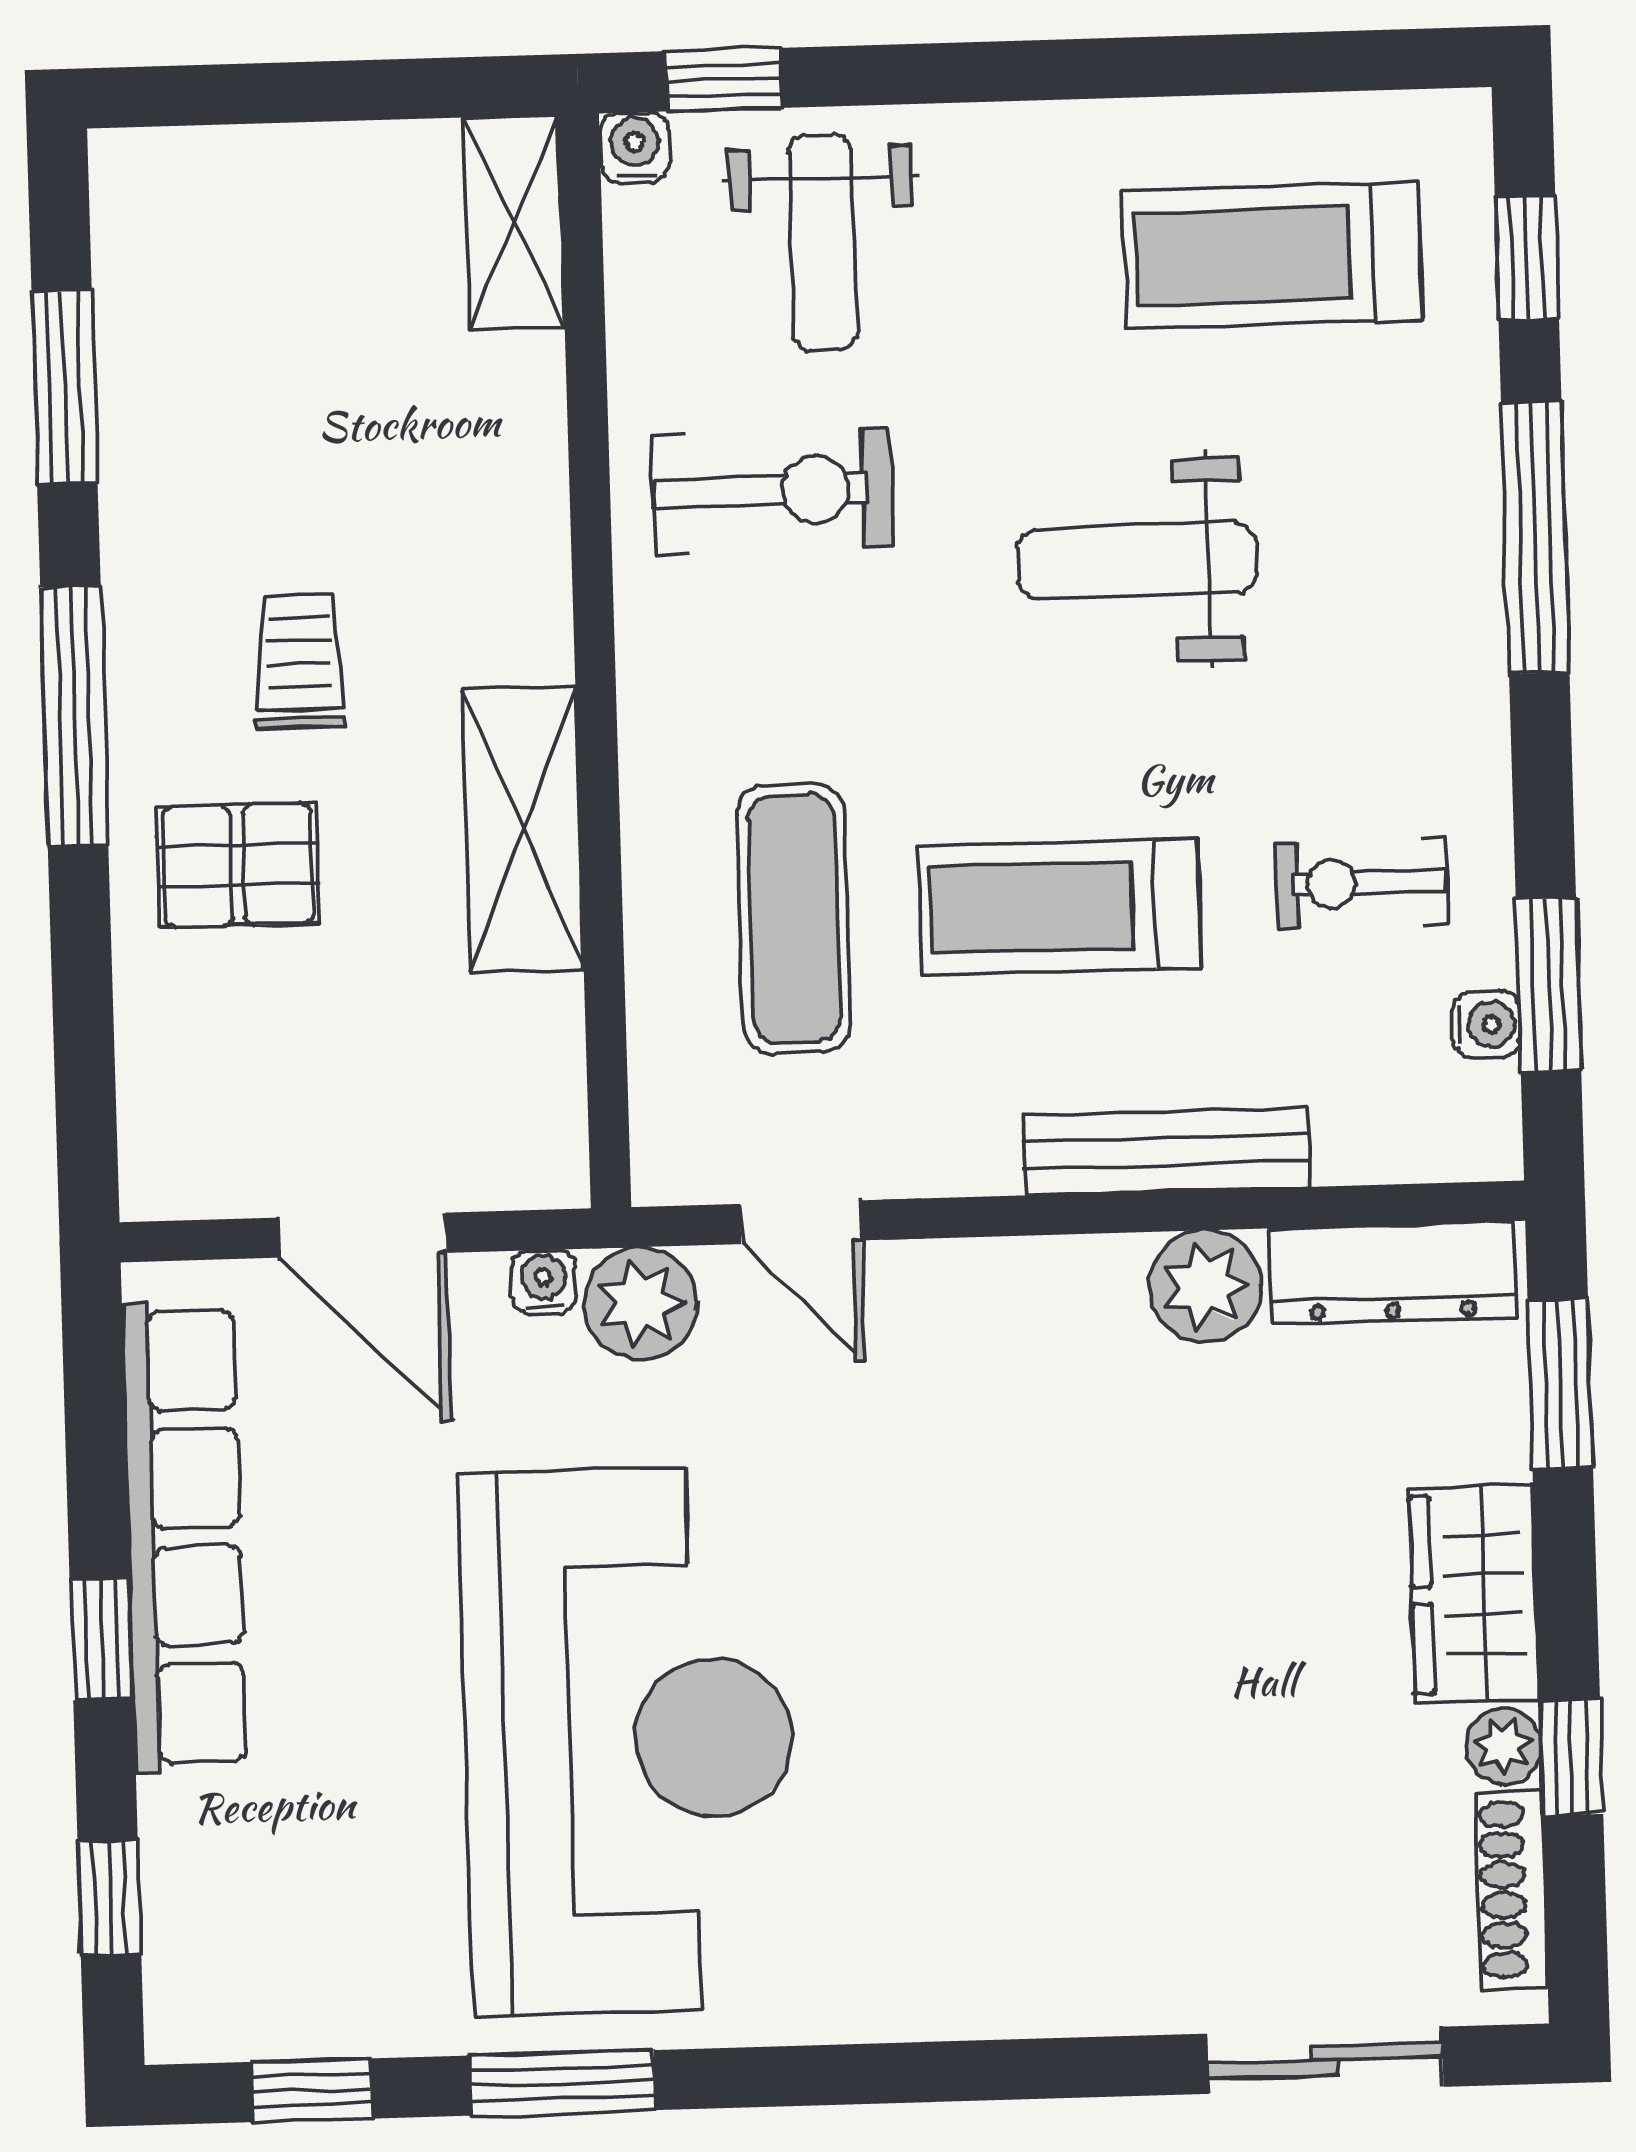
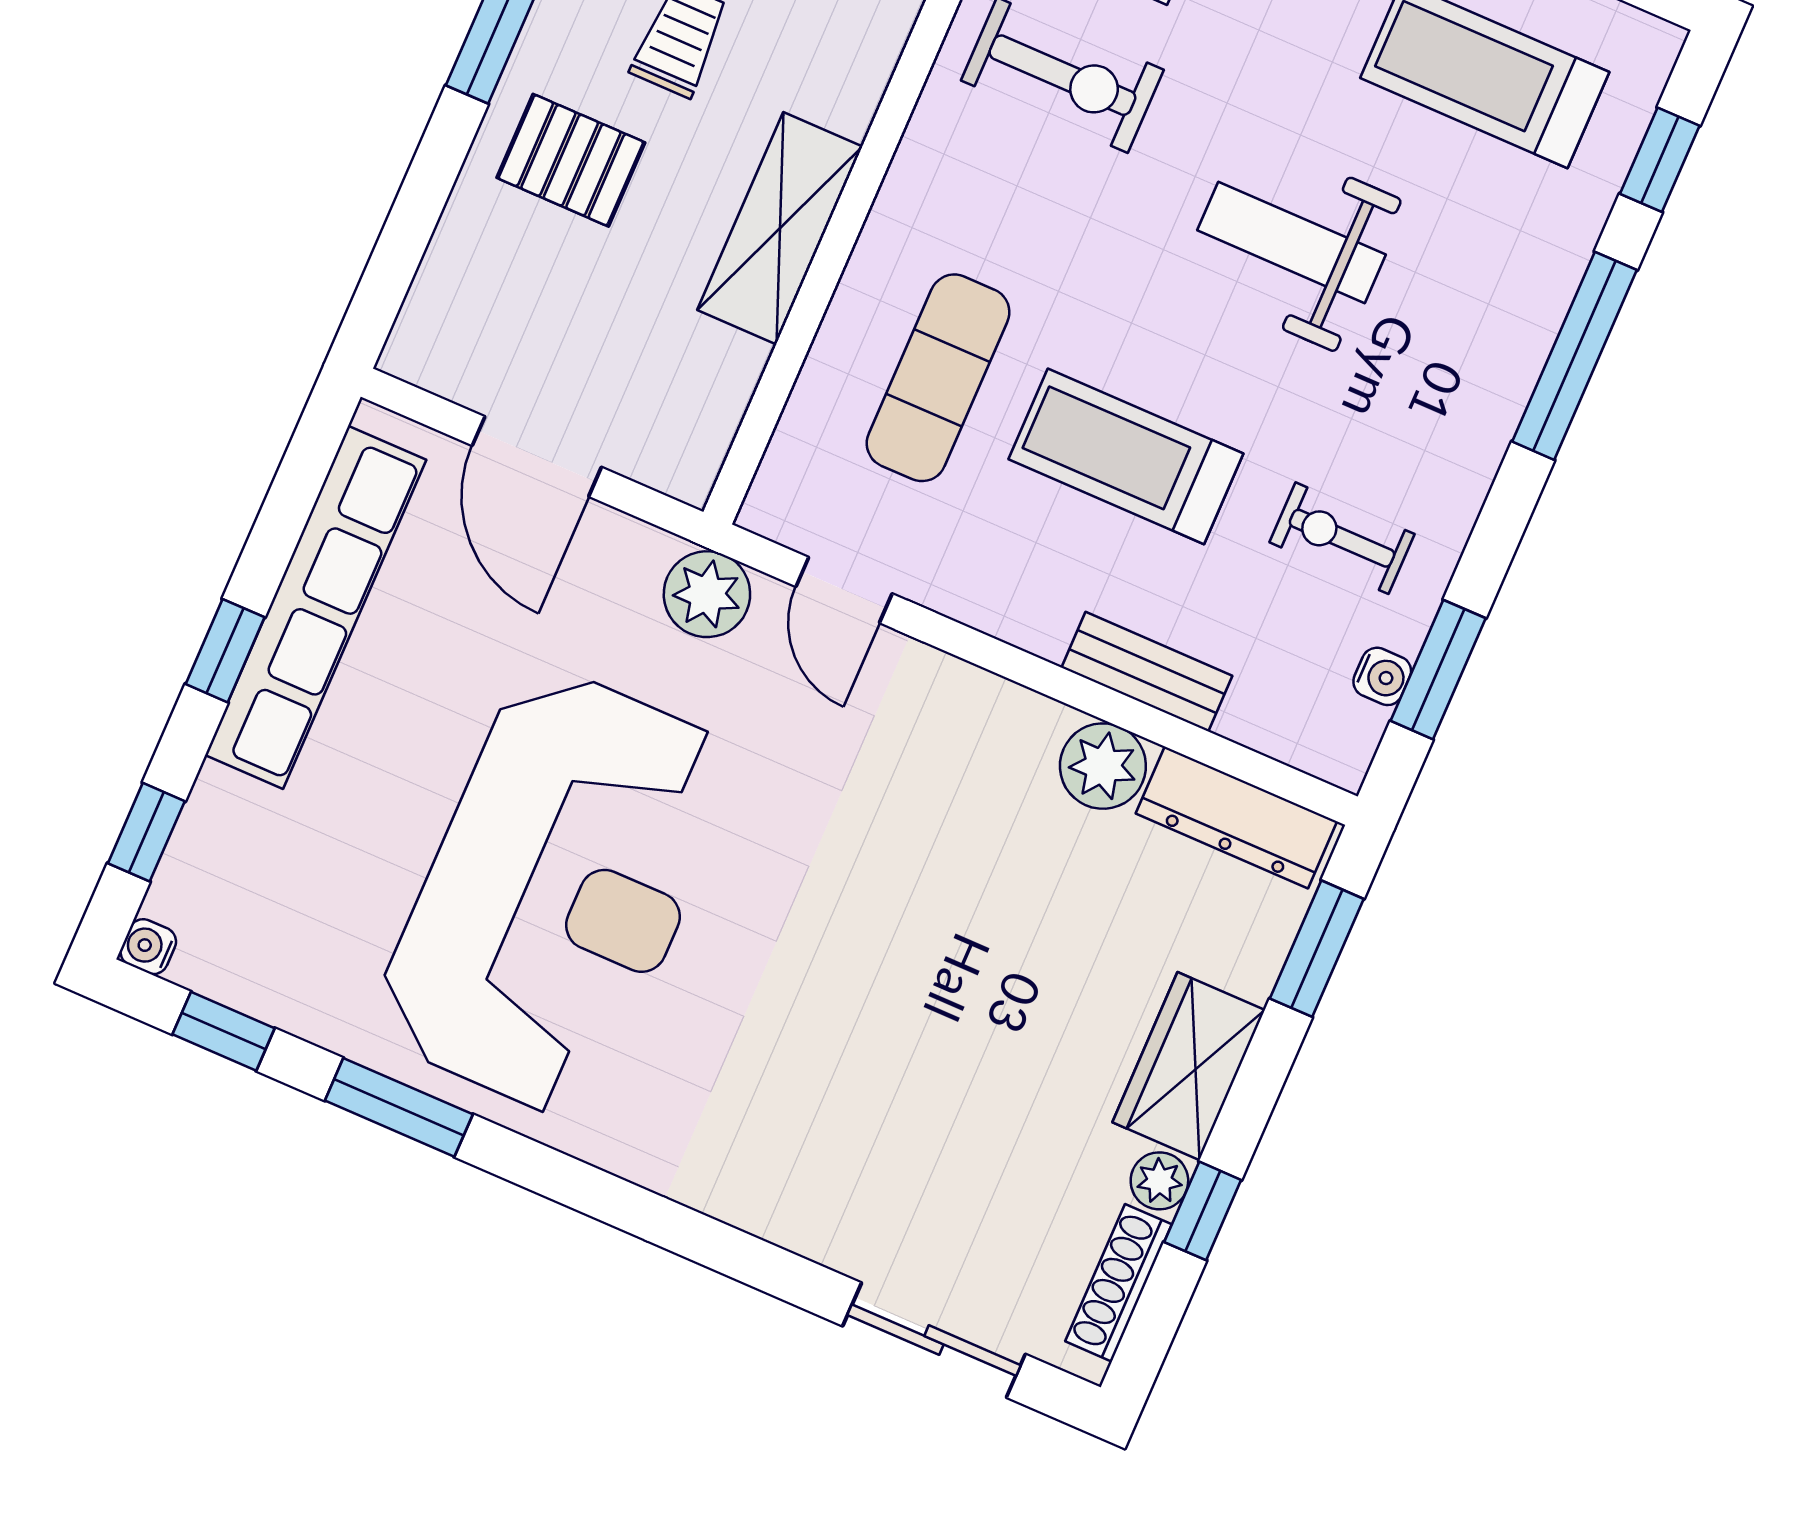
bench: (1167, 1151) -> (1147, 672), width x0.73
water cooler: (544, 1282) -> (148, 947), moved, turned -90

